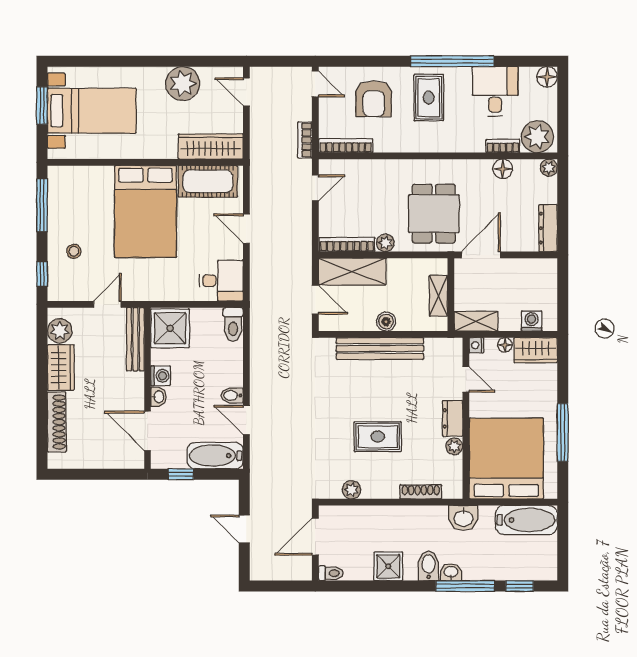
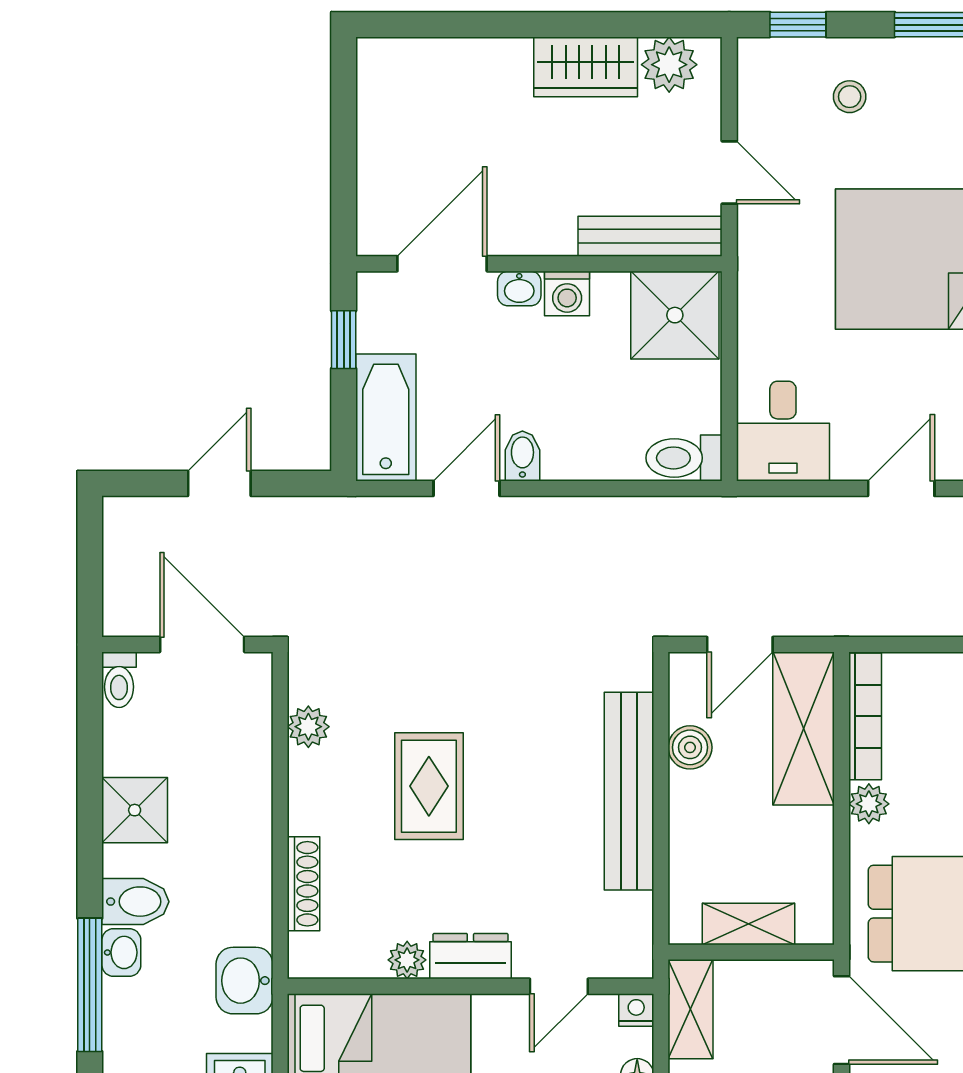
boiler: (386, 322) -> (690, 747), moved
shoe rack: (57, 422) -> (462, 58), removed

